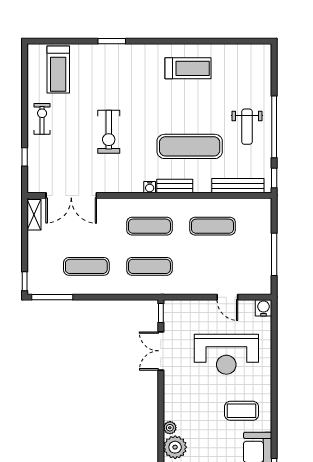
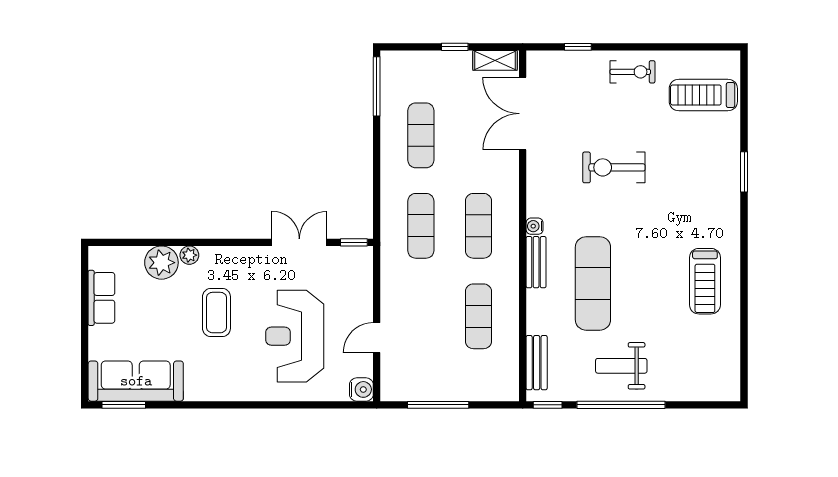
bench: (238, 186) -> (537, 363), width x0.73
window: (25, 281) -> (455, 47), moved
coffee table: (242, 411) -> (216, 313), moved

